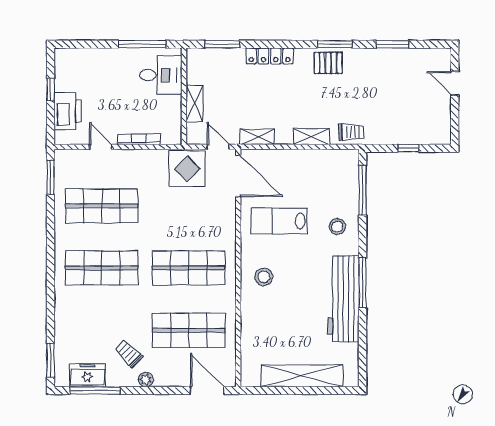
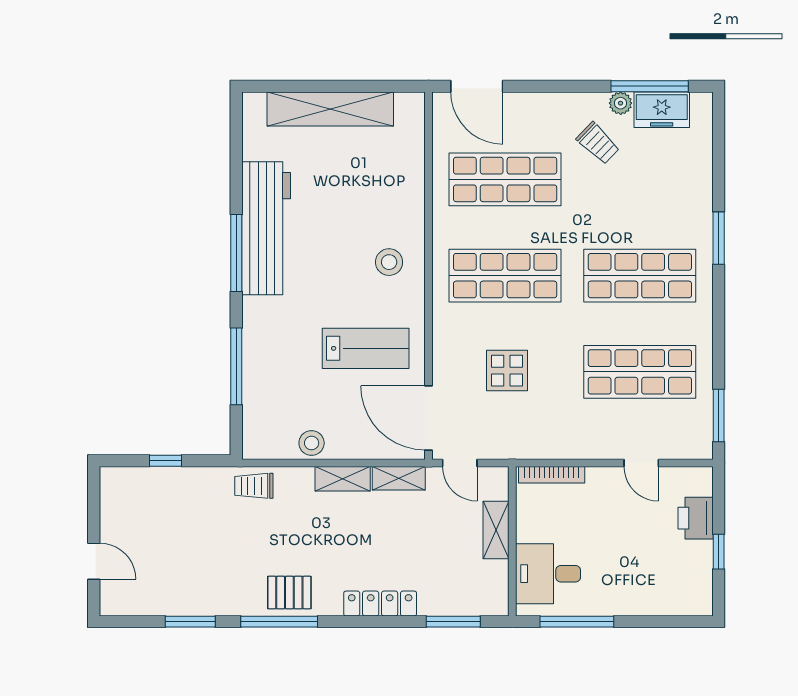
window: (335, 44) -> (279, 622), width x1.44
printer: (68, 111) -> (696, 518), width x0.73, depth x0.84
shelving: (312, 137) -> (343, 479), moved
bookcase: (139, 139) -> (552, 475), moved
display table: (187, 169) -> (507, 371), moved, width x0.73, depth x0.73
window: (363, 190) -> (236, 366), moved
stool: (337, 227) -> (312, 443), moved
window: (51, 360) -> (719, 238), moved
plant: (146, 380) -> (621, 103), moved

